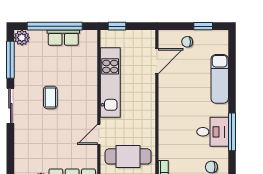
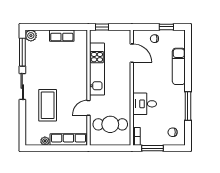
window: (55, 26) -> (56, 27), removed
door: (157, 61) -> (132, 53), hinge flipped
coffee table: (50, 97) -> (48, 105), moved, width x1.86, depth x1.72
desk: (213, 132) -> (145, 104), moved, turned 180

